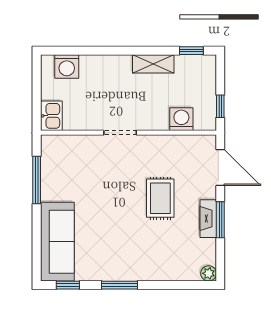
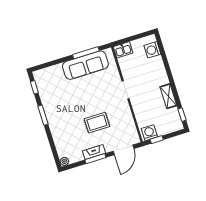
washing machine: (181, 119) -> (149, 133), moved, turned -90
sofa: (57, 242) -> (85, 65), moved

